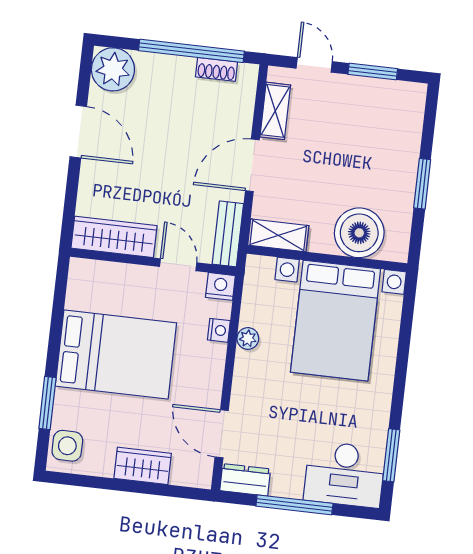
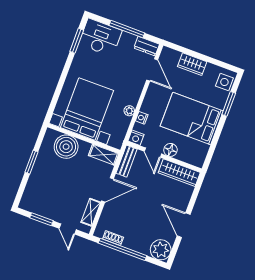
floor lamp: (143, 279) -> (170, 150), added

